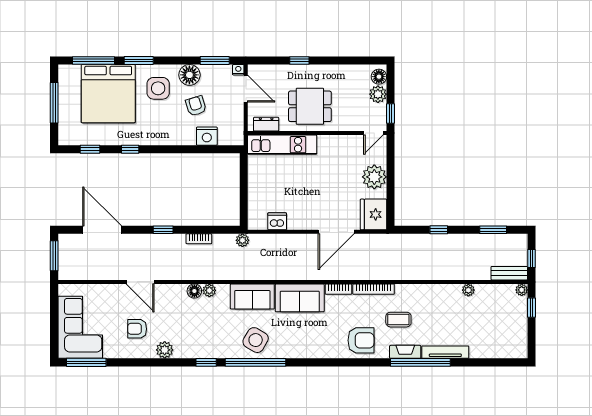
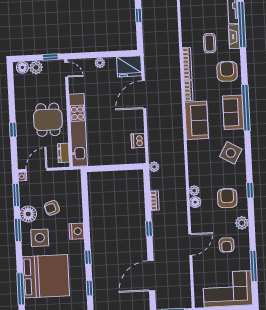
window: (139, 60) -> (18, 230), moved
nightstand: (207, 136) -> (76, 231), moved
kitchen unit: (282, 145) -> (78, 130), width x1.36
plant: (374, 177) -> (100, 63), width x0.53, depth x0.53
door: (336, 232) -> (144, 95), swing flipped
sofa: (252, 297) -> (233, 112), moved, turned 180
armchair: (198, 333) -> (227, 198), added
window: (86, 362) -> (254, 266), moved
window: (255, 362) -> (246, 108), moved

